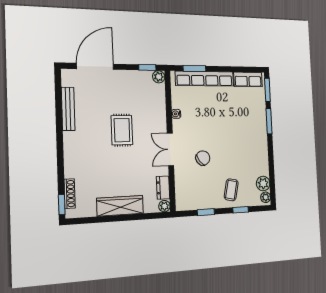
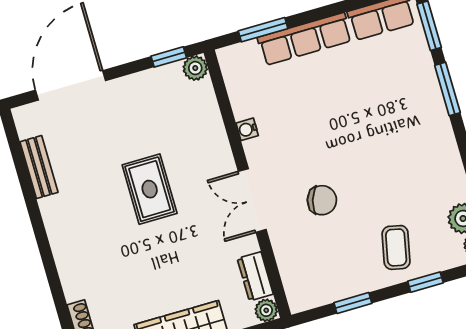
row of seats: (205, 79) -> (305, 39), width x0.73
bench: (68, 109) -> (39, 167), width x0.73
chair: (203, 158) -> (322, 200), turned 54

